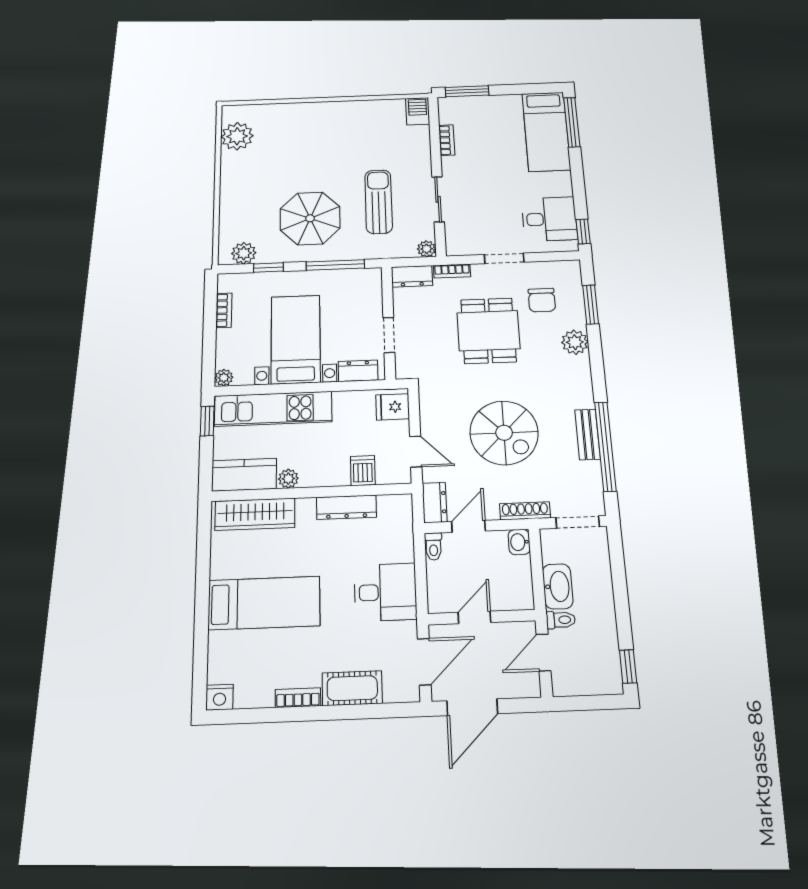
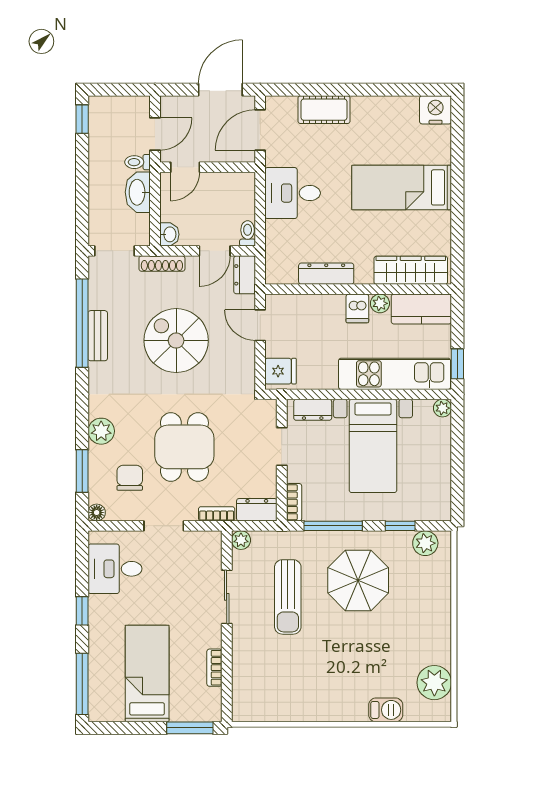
barbecue: (418, 111) -> (386, 710), moved, turned -90
bed: (546, 131) -> (147, 674), moved
window: (583, 231) -> (82, 611), moved
floor lamp: (572, 268) -> (97, 513), added
bookcase: (224, 310) -> (294, 502), moved, turned 180
dishwasher: (363, 471) -> (357, 308), moved
door: (474, 617) -> (185, 167), moved
nightstand: (220, 697) -> (436, 110), width x1.36, depth x1.33
bookcase: (298, 698) -> (371, 103), removed

